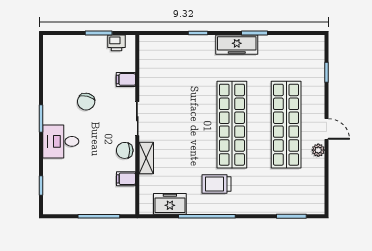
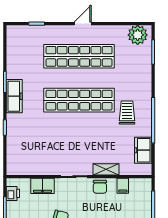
filing cabinet: (126, 79) -> (42, 186), width x2.00
plant: (318, 150) -> (138, 35), moved, width x1.88, depth x1.88
trolley: (216, 184) -> (127, 113), turned 180

